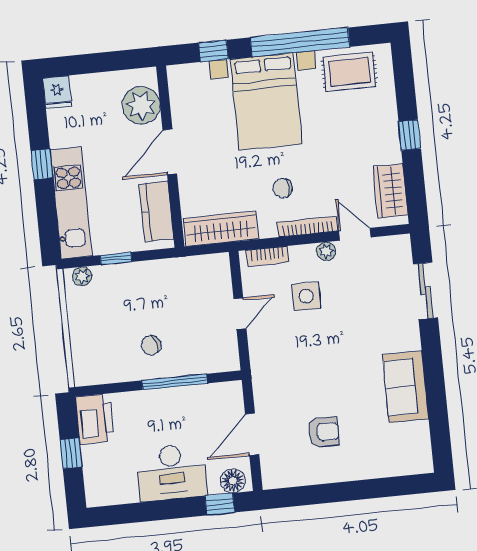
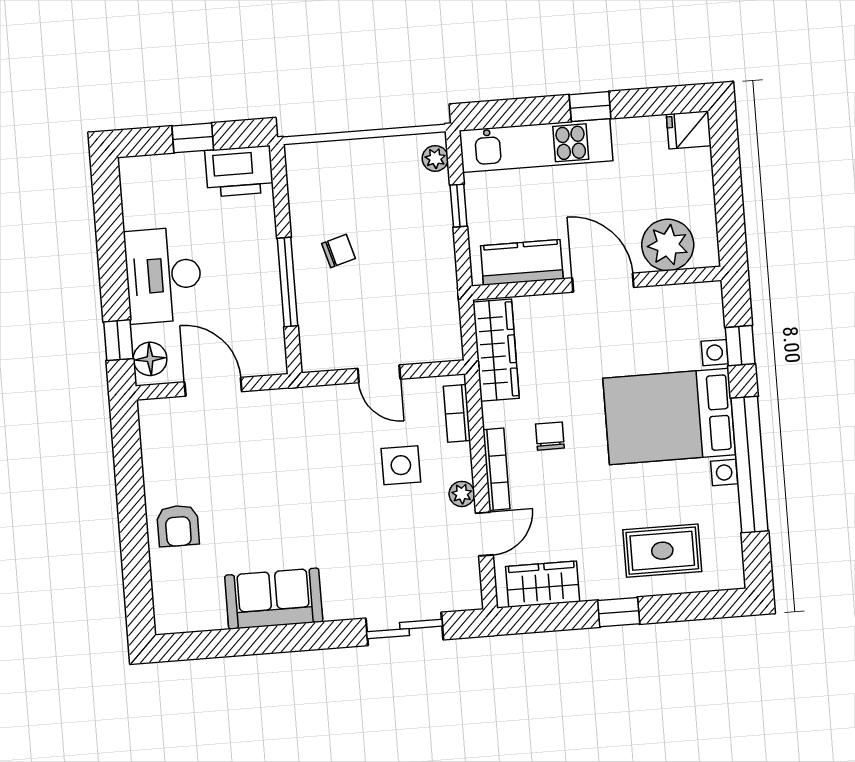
rug: (349, 72) -> (662, 551), moved, turned 90
chair: (151, 345) -> (339, 251), turned 89
armchair: (324, 432) -> (178, 526), moved

